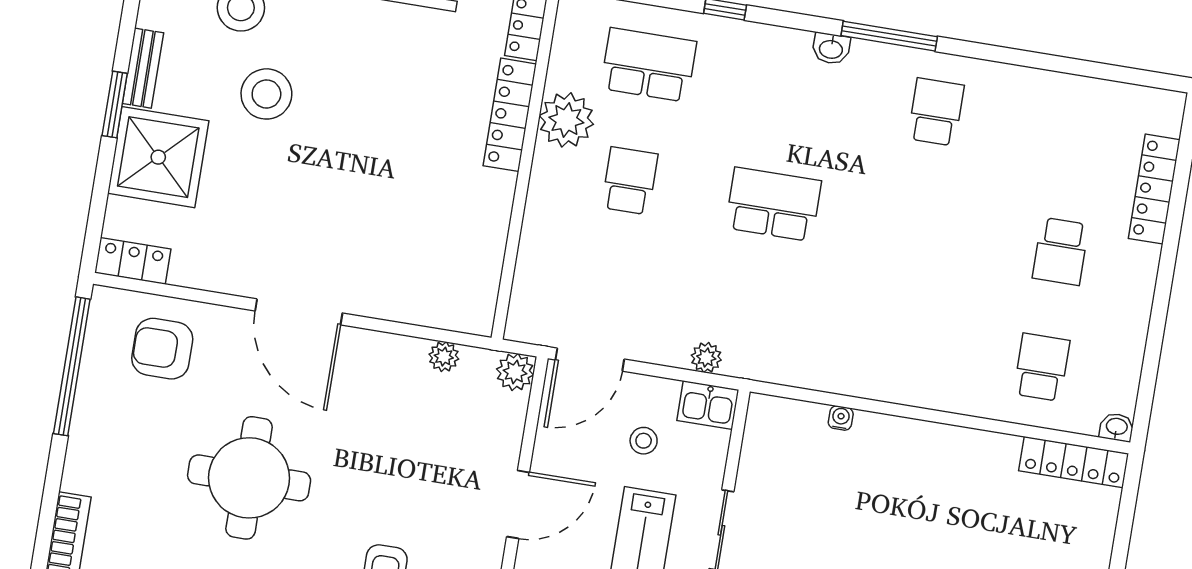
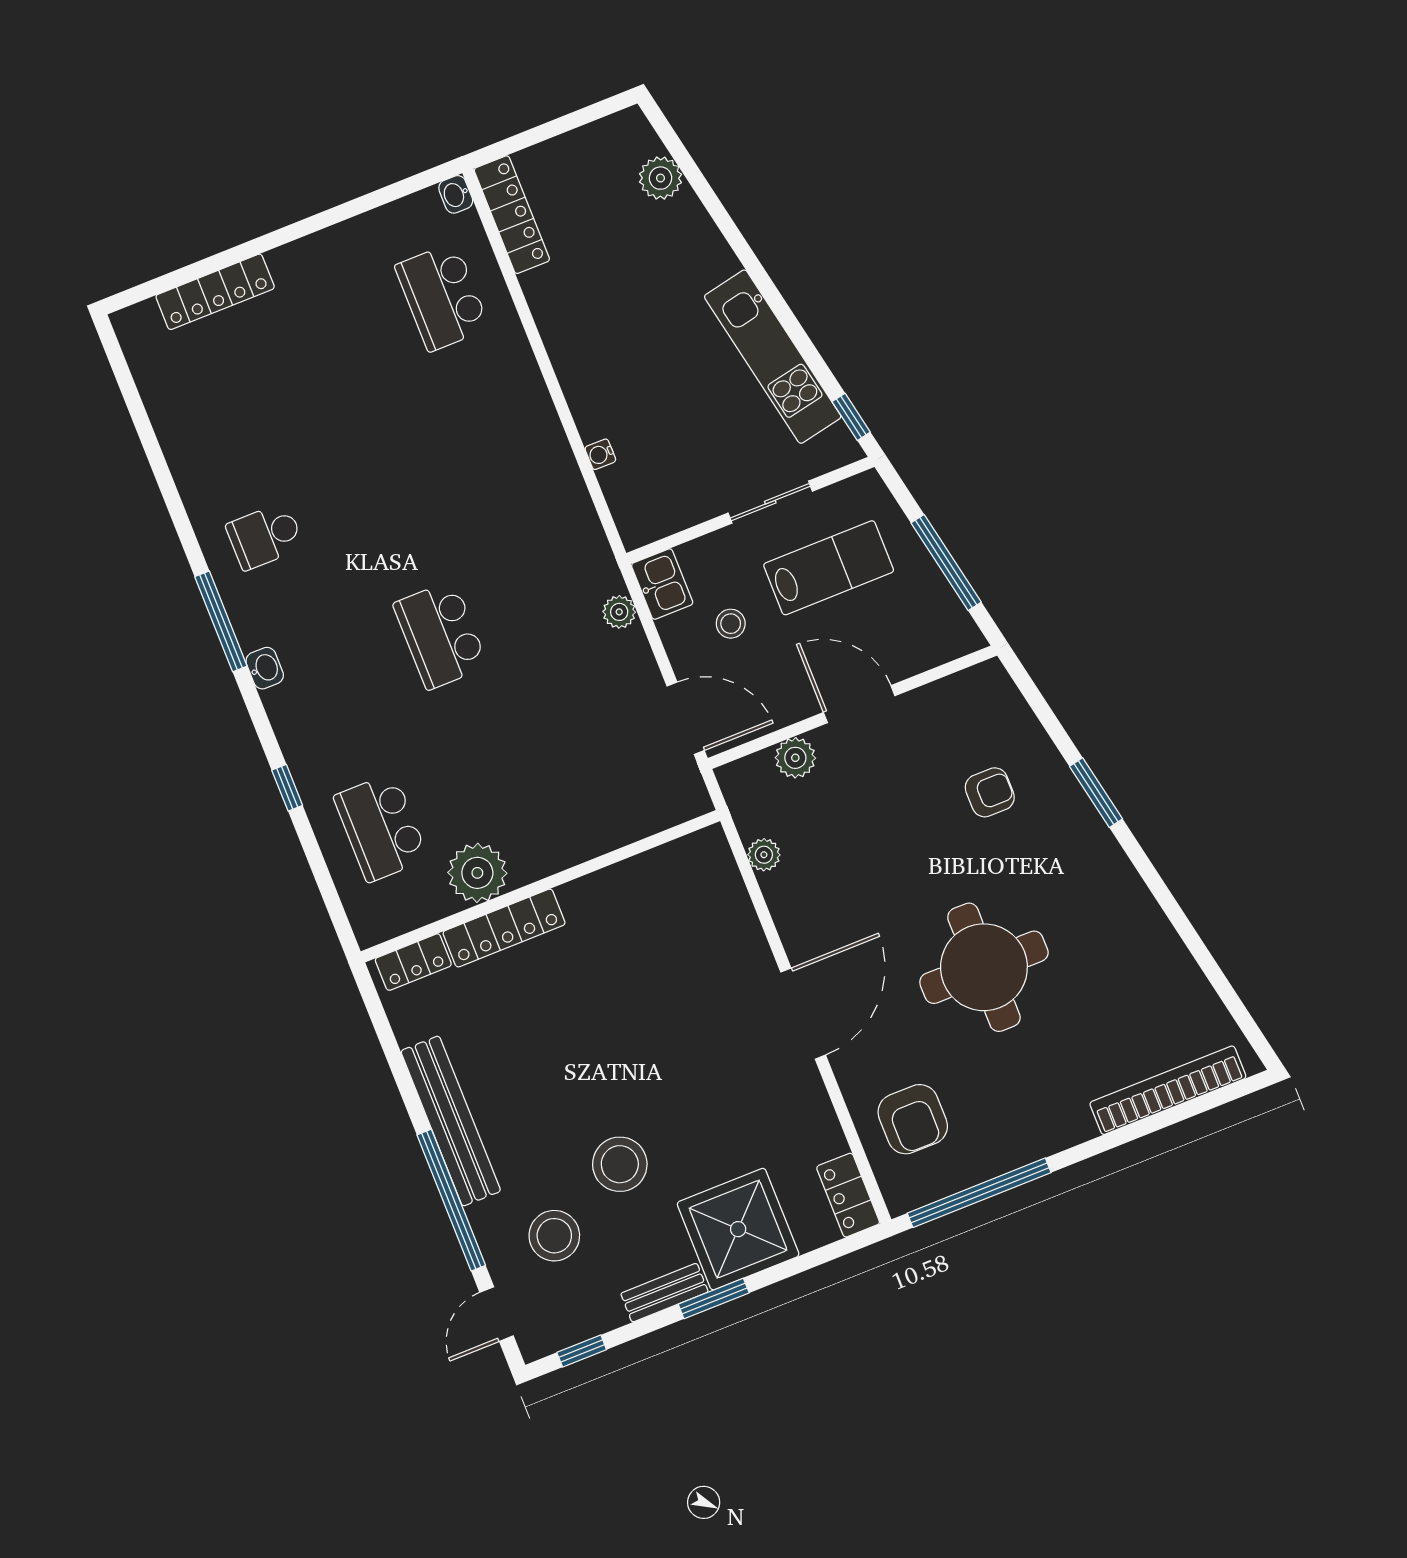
school desk: (630, 181) -> (498, 781), removed
school desk: (1061, 251) -> (325, 344), removed
school desk: (1042, 367) -> (442, 297), width x1.85
plant: (515, 372) -> (795, 758), moved

